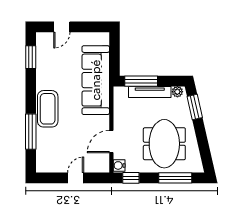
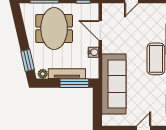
door: (111, 142) -> (100, 30), swing flipped
water cooler: (119, 165) -> (94, 52), moved

